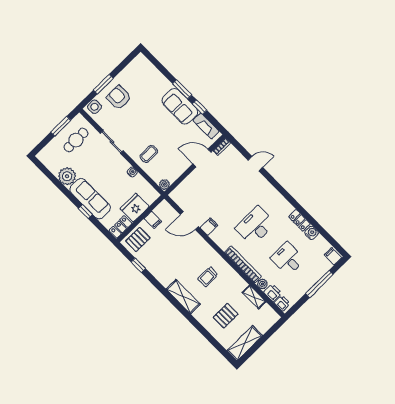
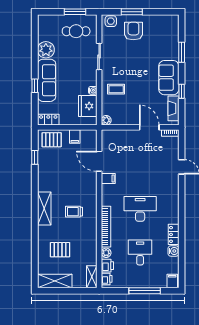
window: (182, 89) -> (182, 52), moved
fridge: (135, 208) -> (88, 106), moved, turned -90
shelving: (254, 297) -> (92, 277), moved

